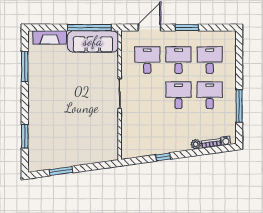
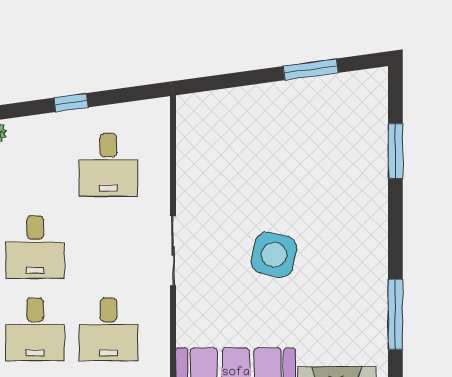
side table: (77, 92) -> (274, 255), added
desk: (147, 130) -> (108, 165), added

